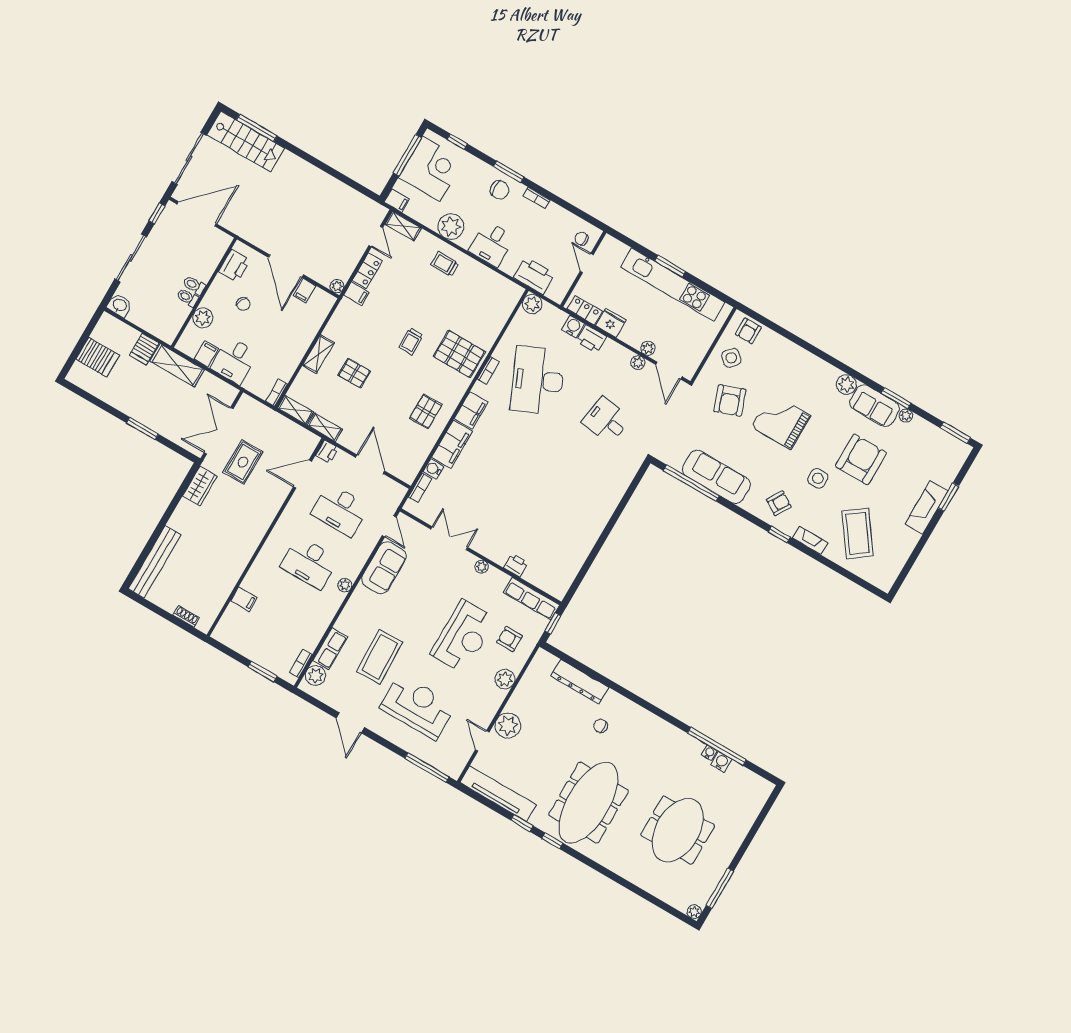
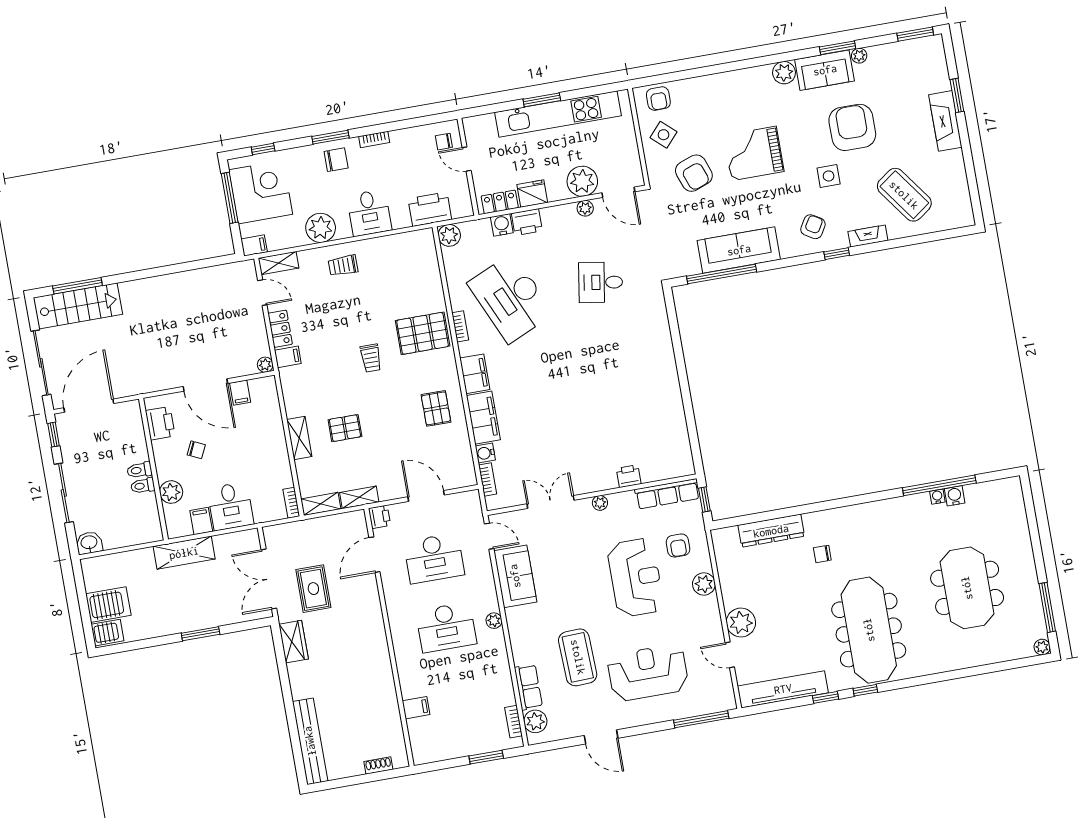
plant: (648, 348) -> (582, 181), width x1.88, depth x1.88
server rack: (144, 349) -> (107, 633), moved, turned -90
armchair: (509, 639) -> (678, 546), turned -90

